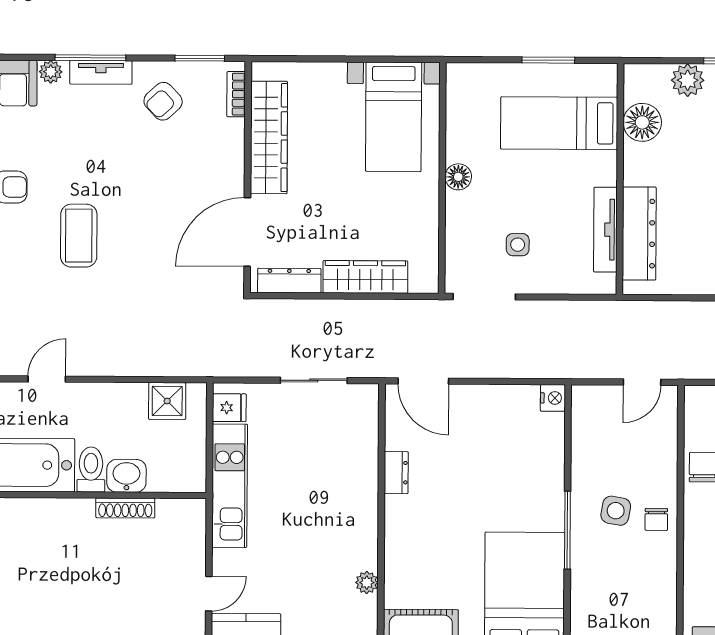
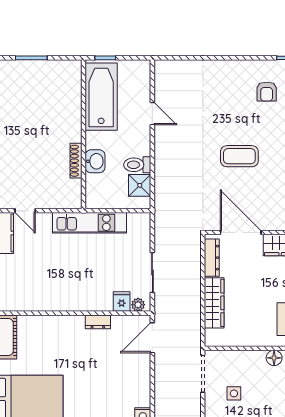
coffee table: (79, 236) -> (239, 156), moved
fridge: (229, 408) -> (122, 301), moved, turned 180
toilet: (91, 470) -> (137, 165), moved, turned 180
plant: (367, 583) -> (138, 305), moved

